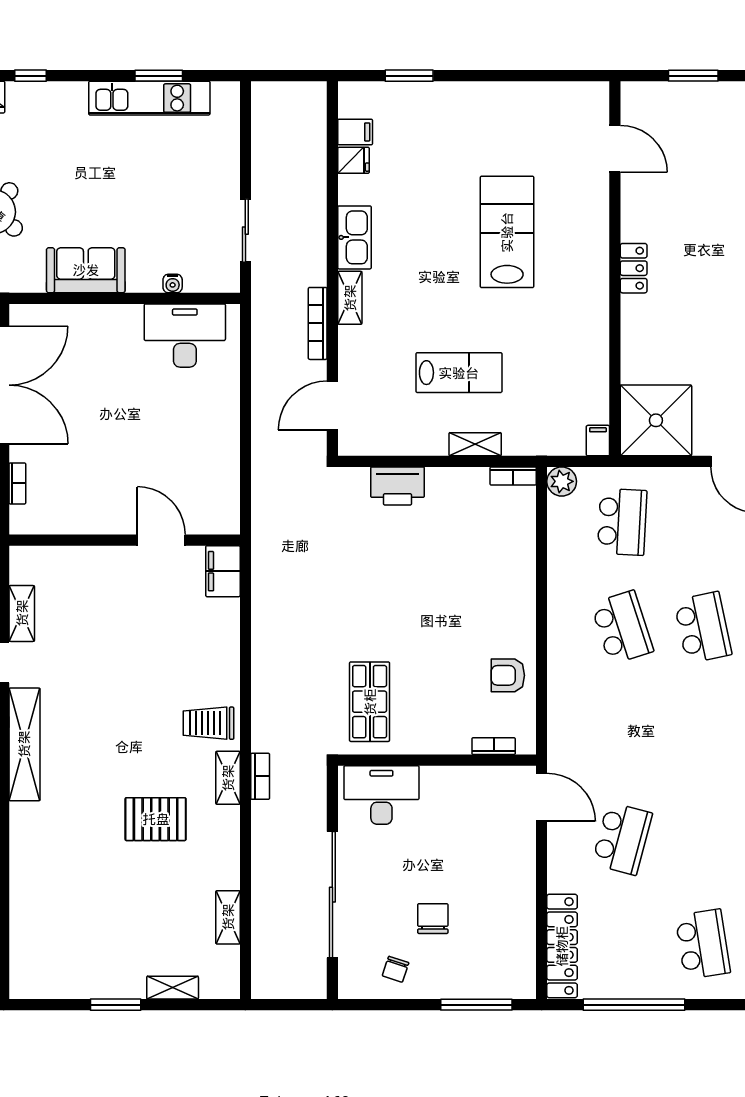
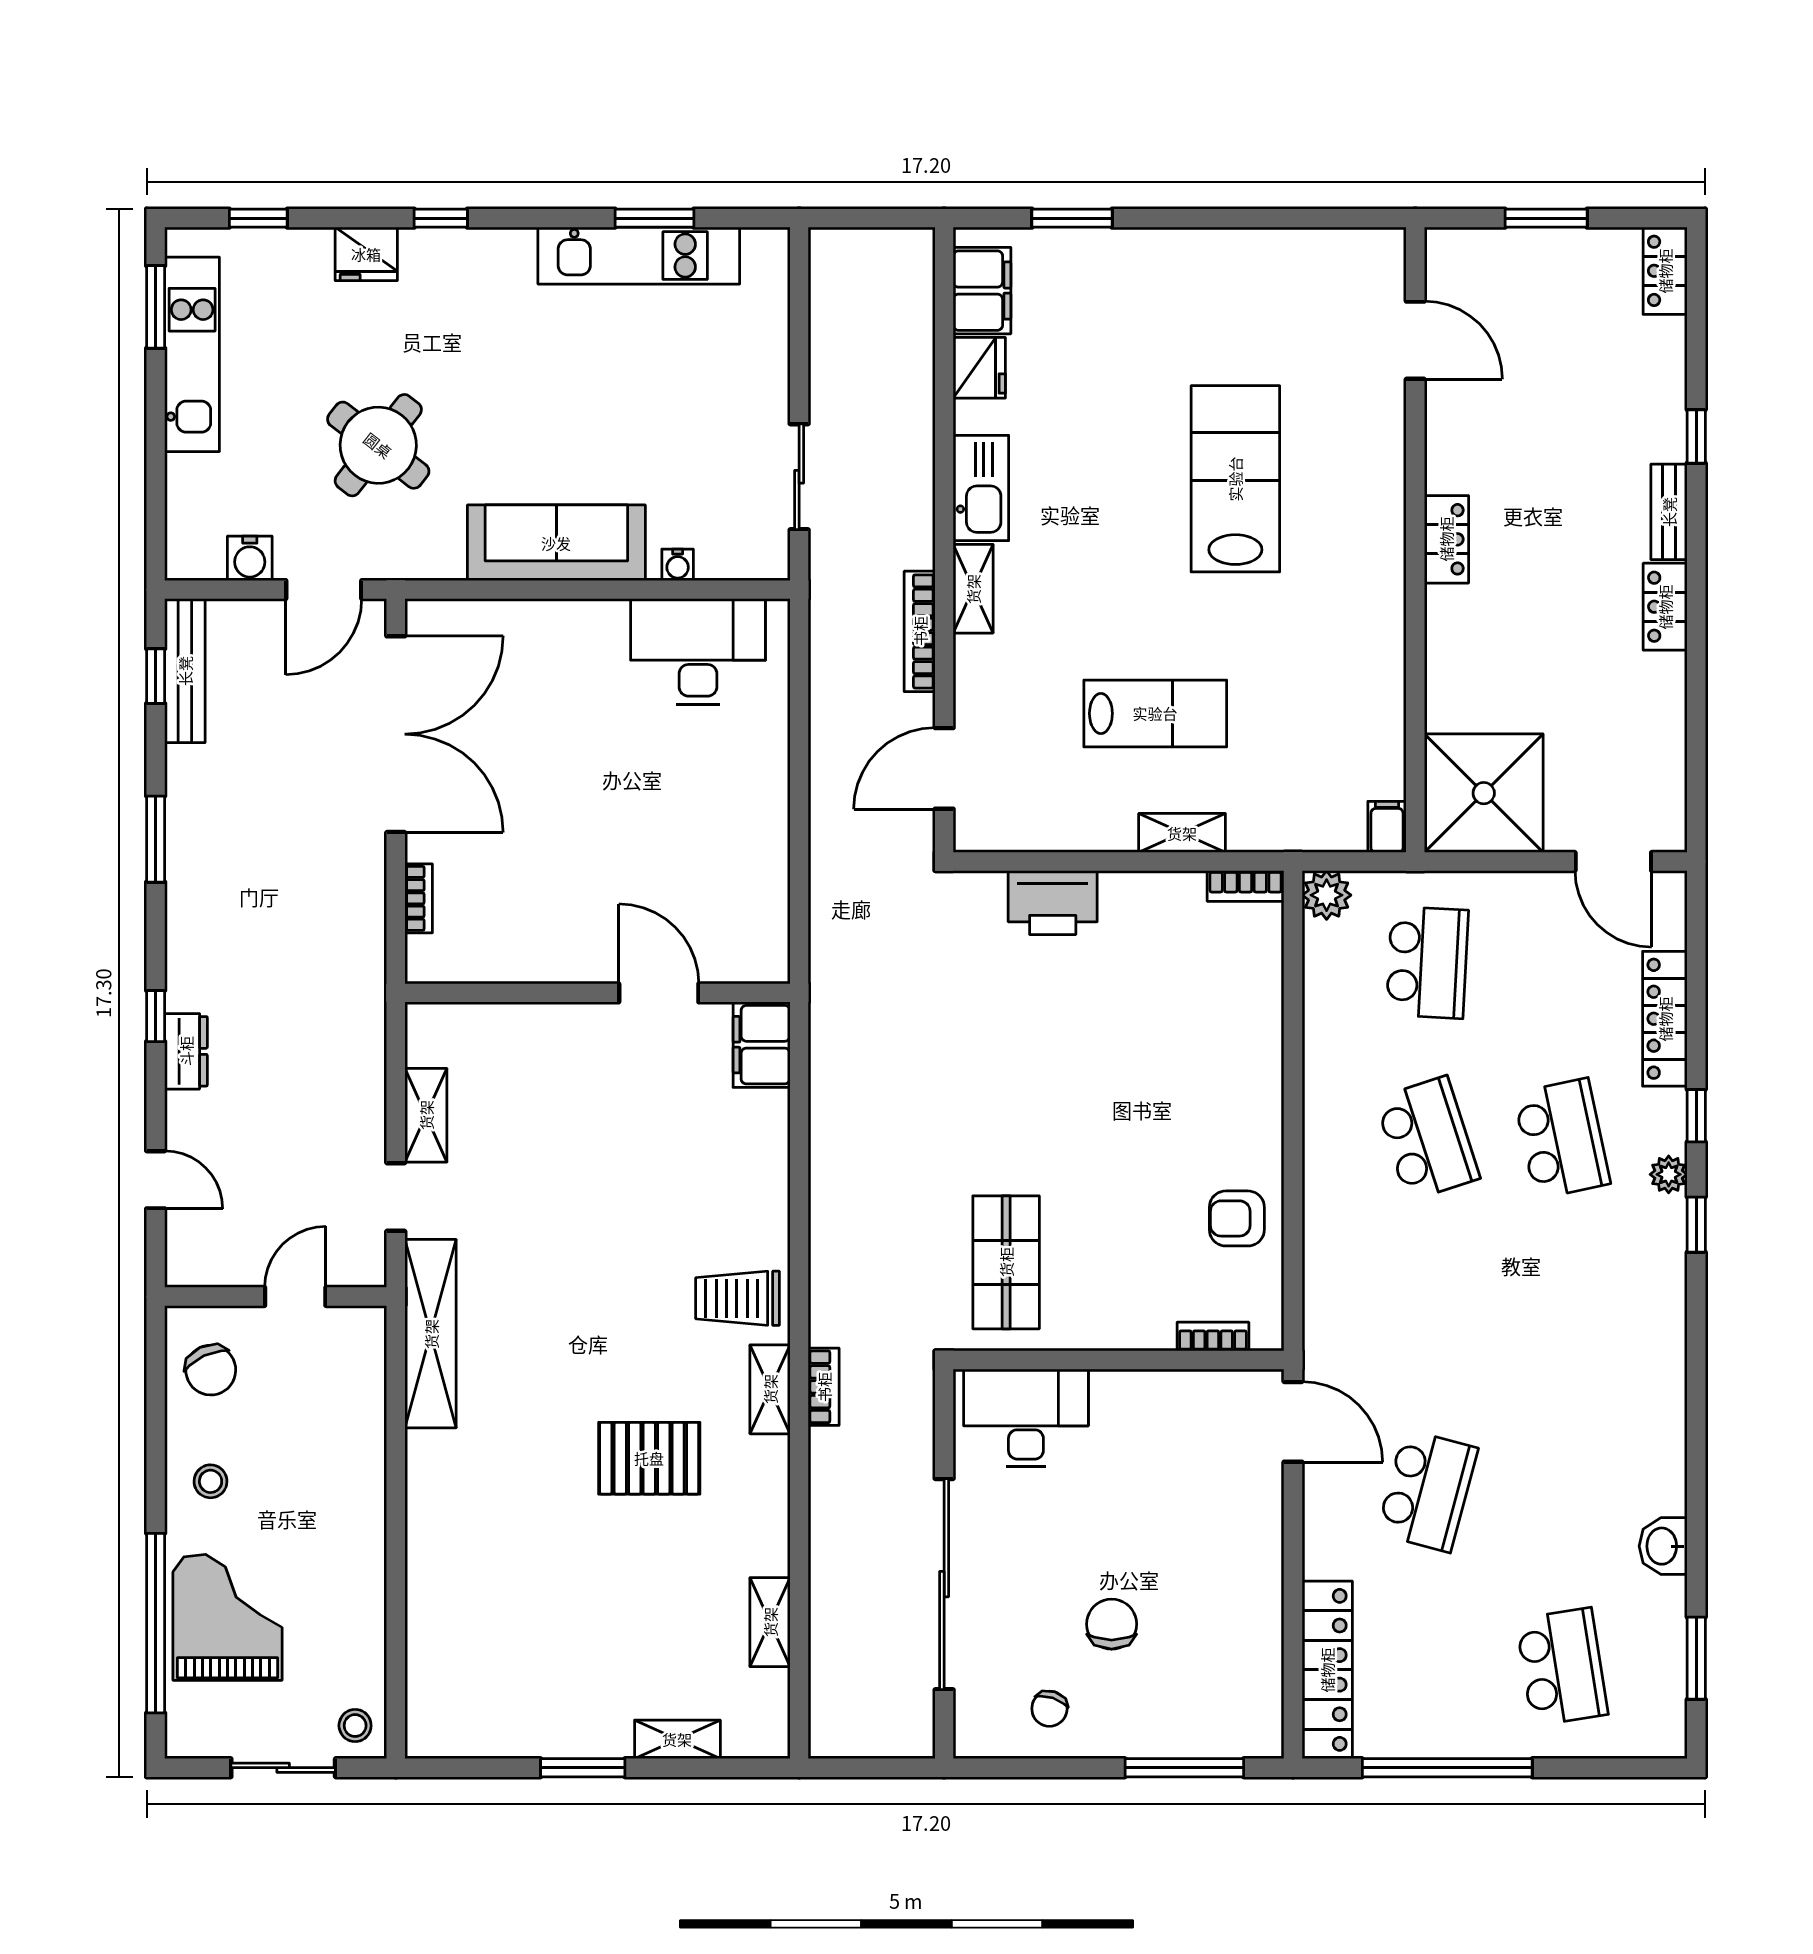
filing cabinet: (355, 132) -> (982, 291), width x2.00
fridge: (353, 160) -> (979, 368), width x1.38
sofa: (86, 270) -> (556, 543), width x1.36

